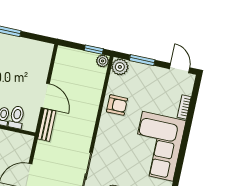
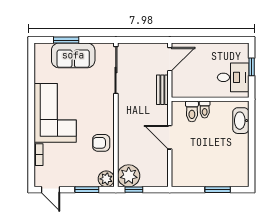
plant: (103, 61) -> (129, 176), width x1.88, depth x1.88
bench: (47, 125) -> (162, 90), moved

